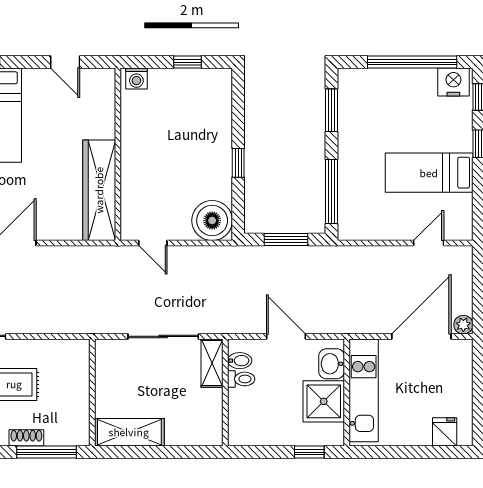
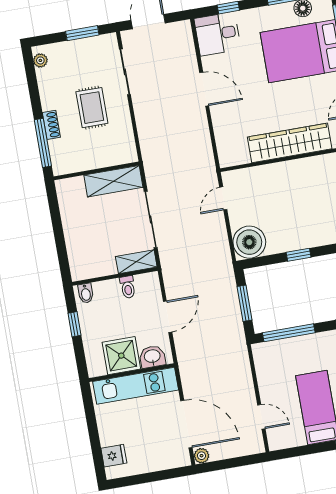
wardrobe: (99, 190) -> (290, 143), moved
bidet: (240, 361) -> (86, 293), moved
shelving: (129, 432) -> (113, 181), moved, turned 90
window: (309, 452) -> (75, 324), moved

